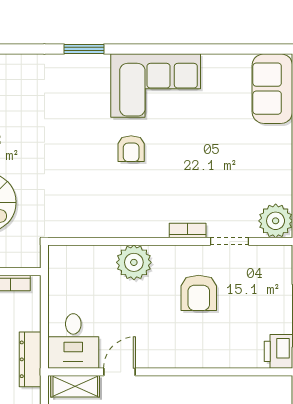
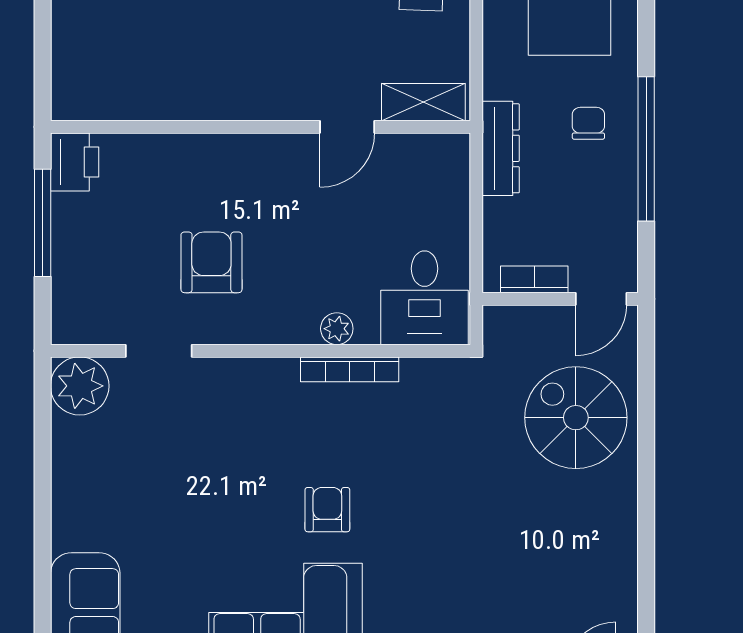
bookcase: (188, 231) -> (350, 369), moved, width x1.56
plant: (134, 262) -> (337, 329), width x0.53, depth x0.53
desk: (73, 341) -> (424, 298), moved, turned 180

